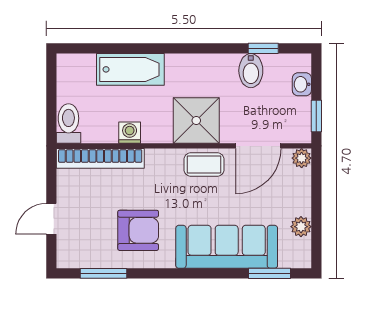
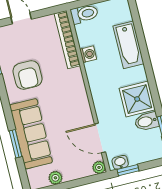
washbasin: (302, 84) -> (120, 162), moved
shower: (196, 121) -> (137, 99), moved
coffee table: (204, 165) -> (80, 106), removed
window: (270, 273) -> (15, 144), moved

